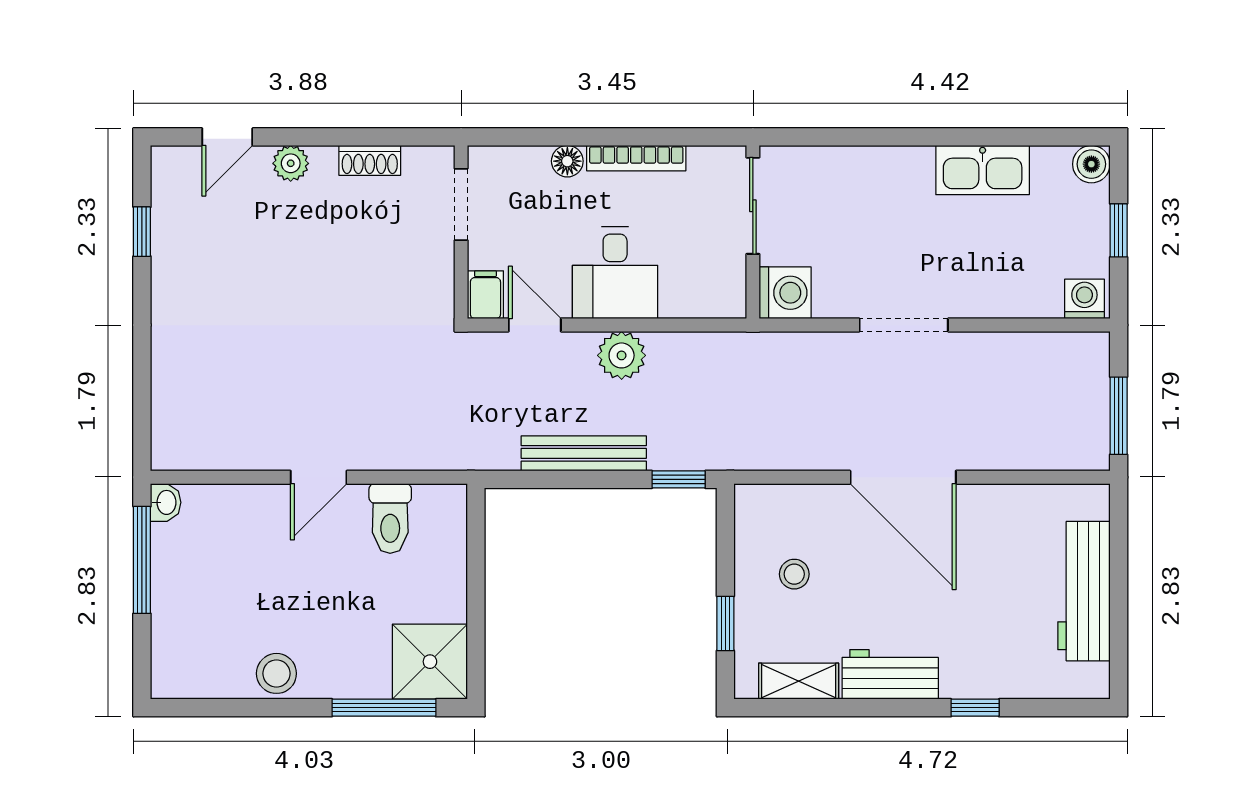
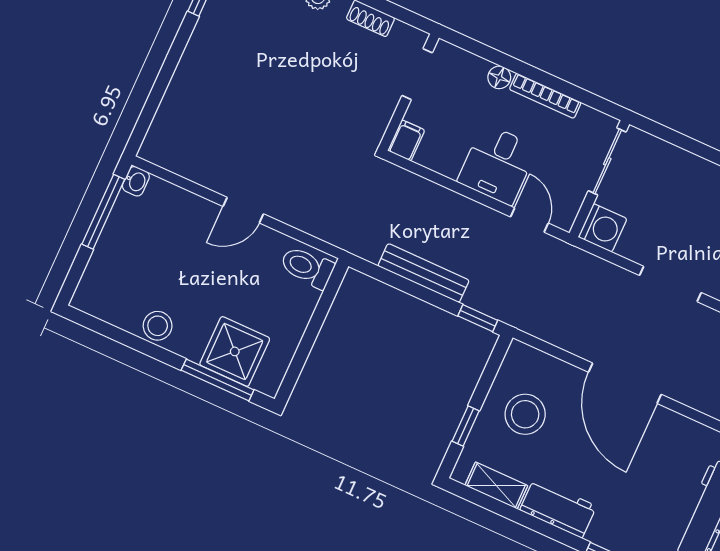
door: (535, 325) -> (529, 220), moved
plant: (622, 355) -> (477, 220), removed
toilet: (390, 519) -> (307, 267), moved, turned 90
stool: (794, 574) -> (525, 414), width x1.89, depth x1.89
shower: (430, 662) -> (235, 351), moved

